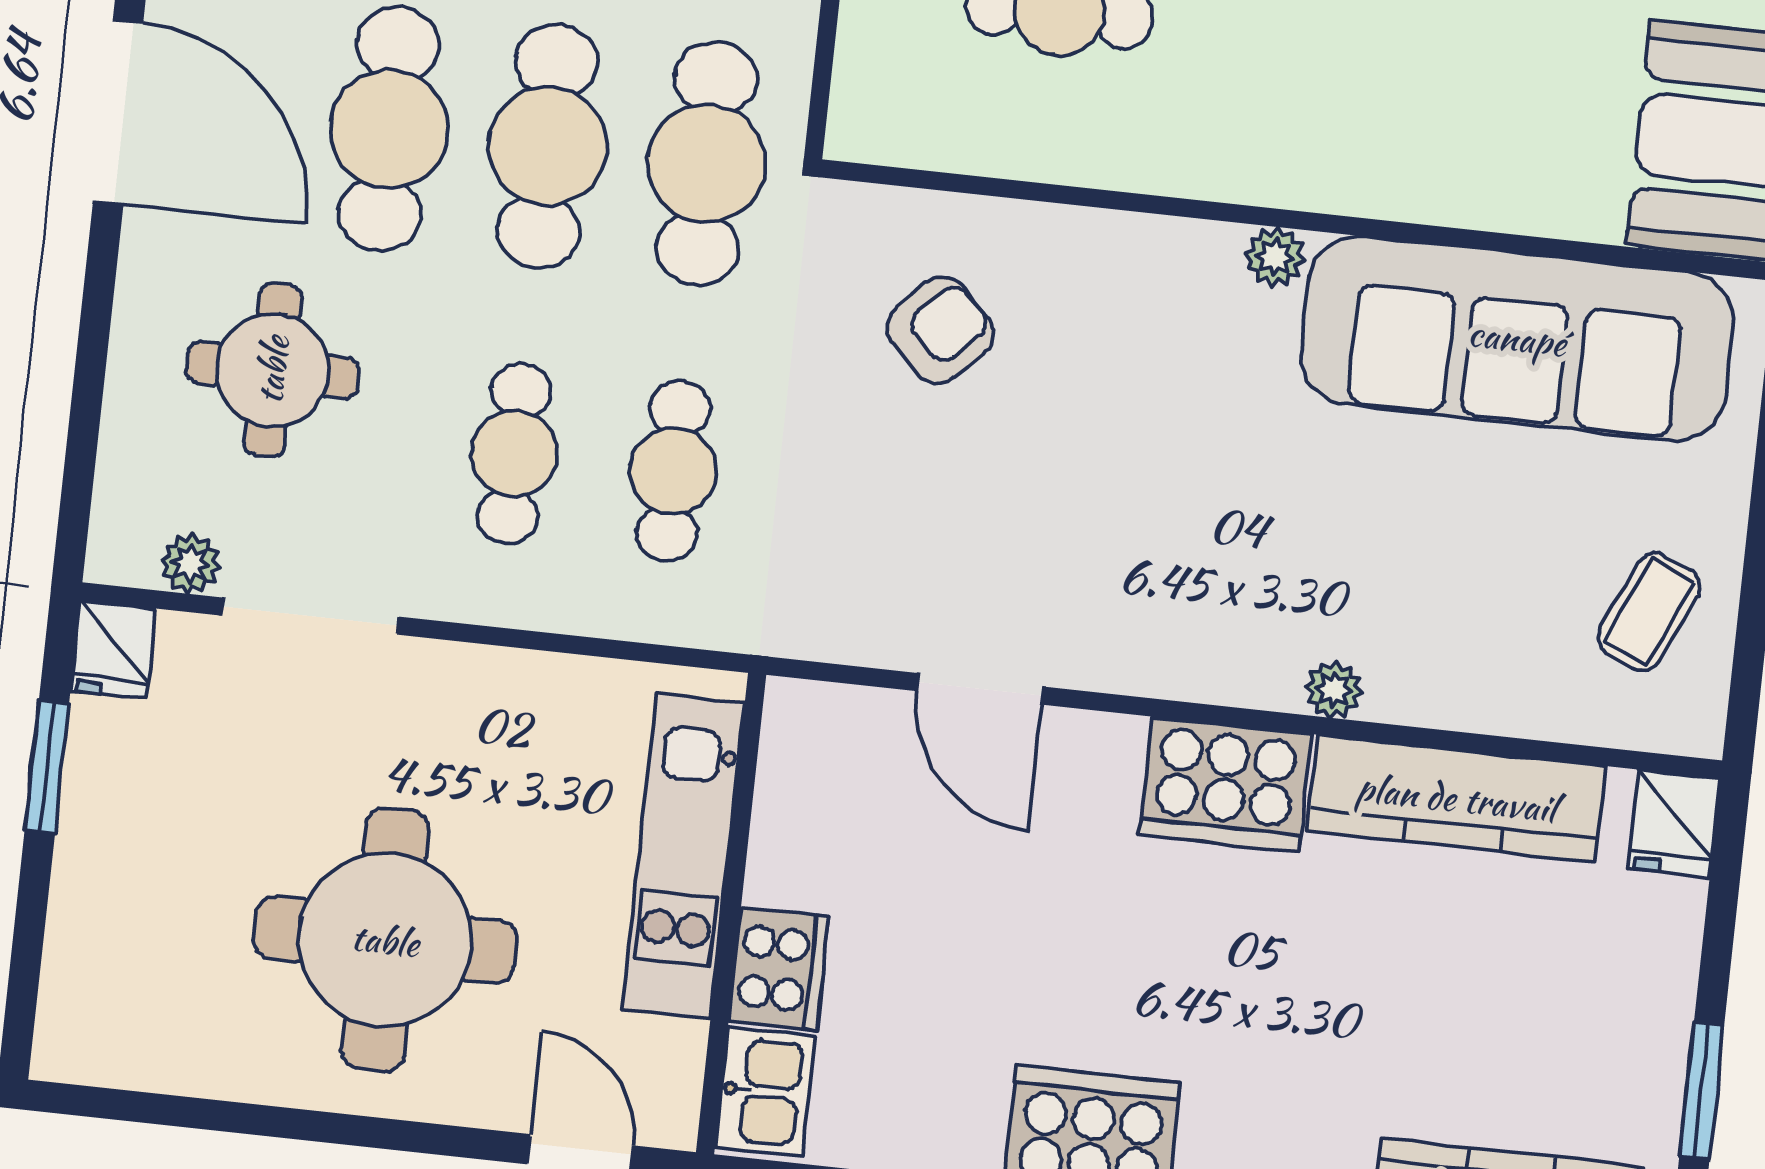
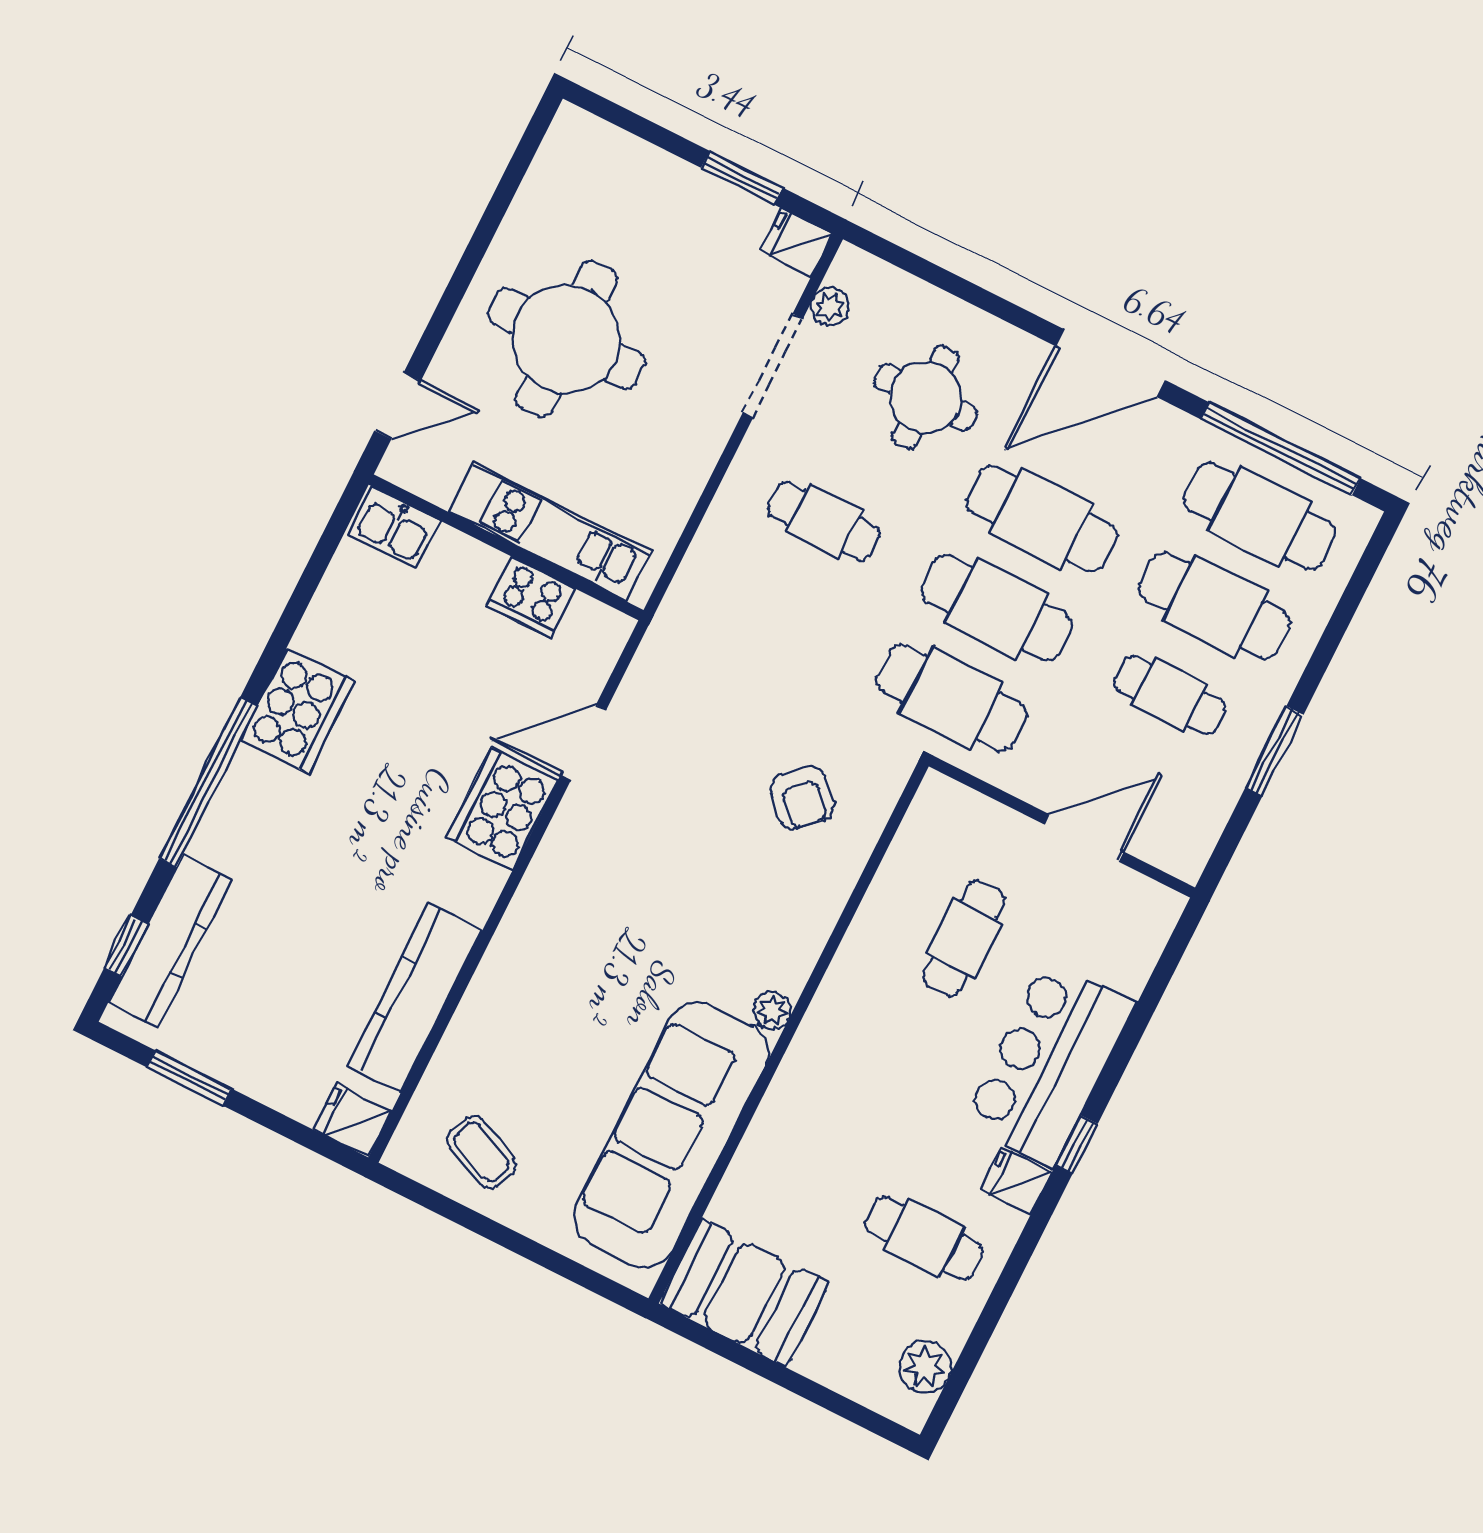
cafe table: (673, 471) -> (779, 610), removed
plant: (1334, 690) -> (505, 950), removed
cooker: (1225, 784) -> (502, 809), moved
cooker: (779, 969) -> (531, 597), moved

